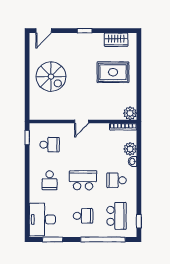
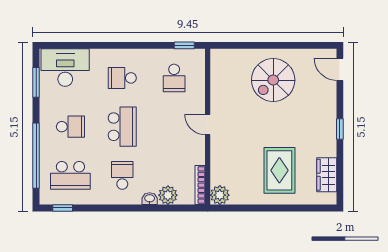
school desk: (83, 216) -> (70, 127), turned -90

